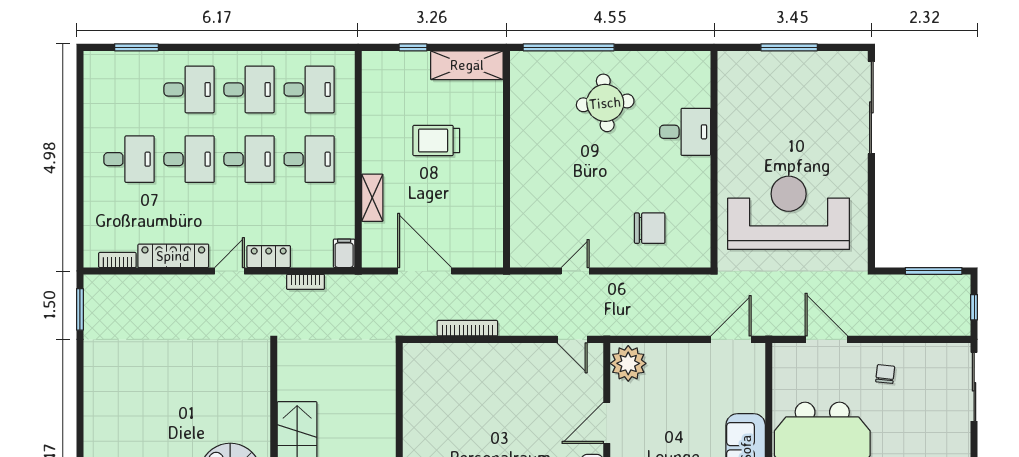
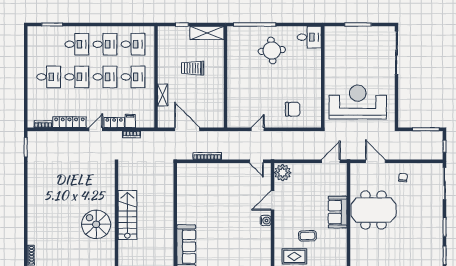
desk: (685, 132) -> (309, 37), moved
filing cabinet: (344, 253) -> (130, 121), moved

